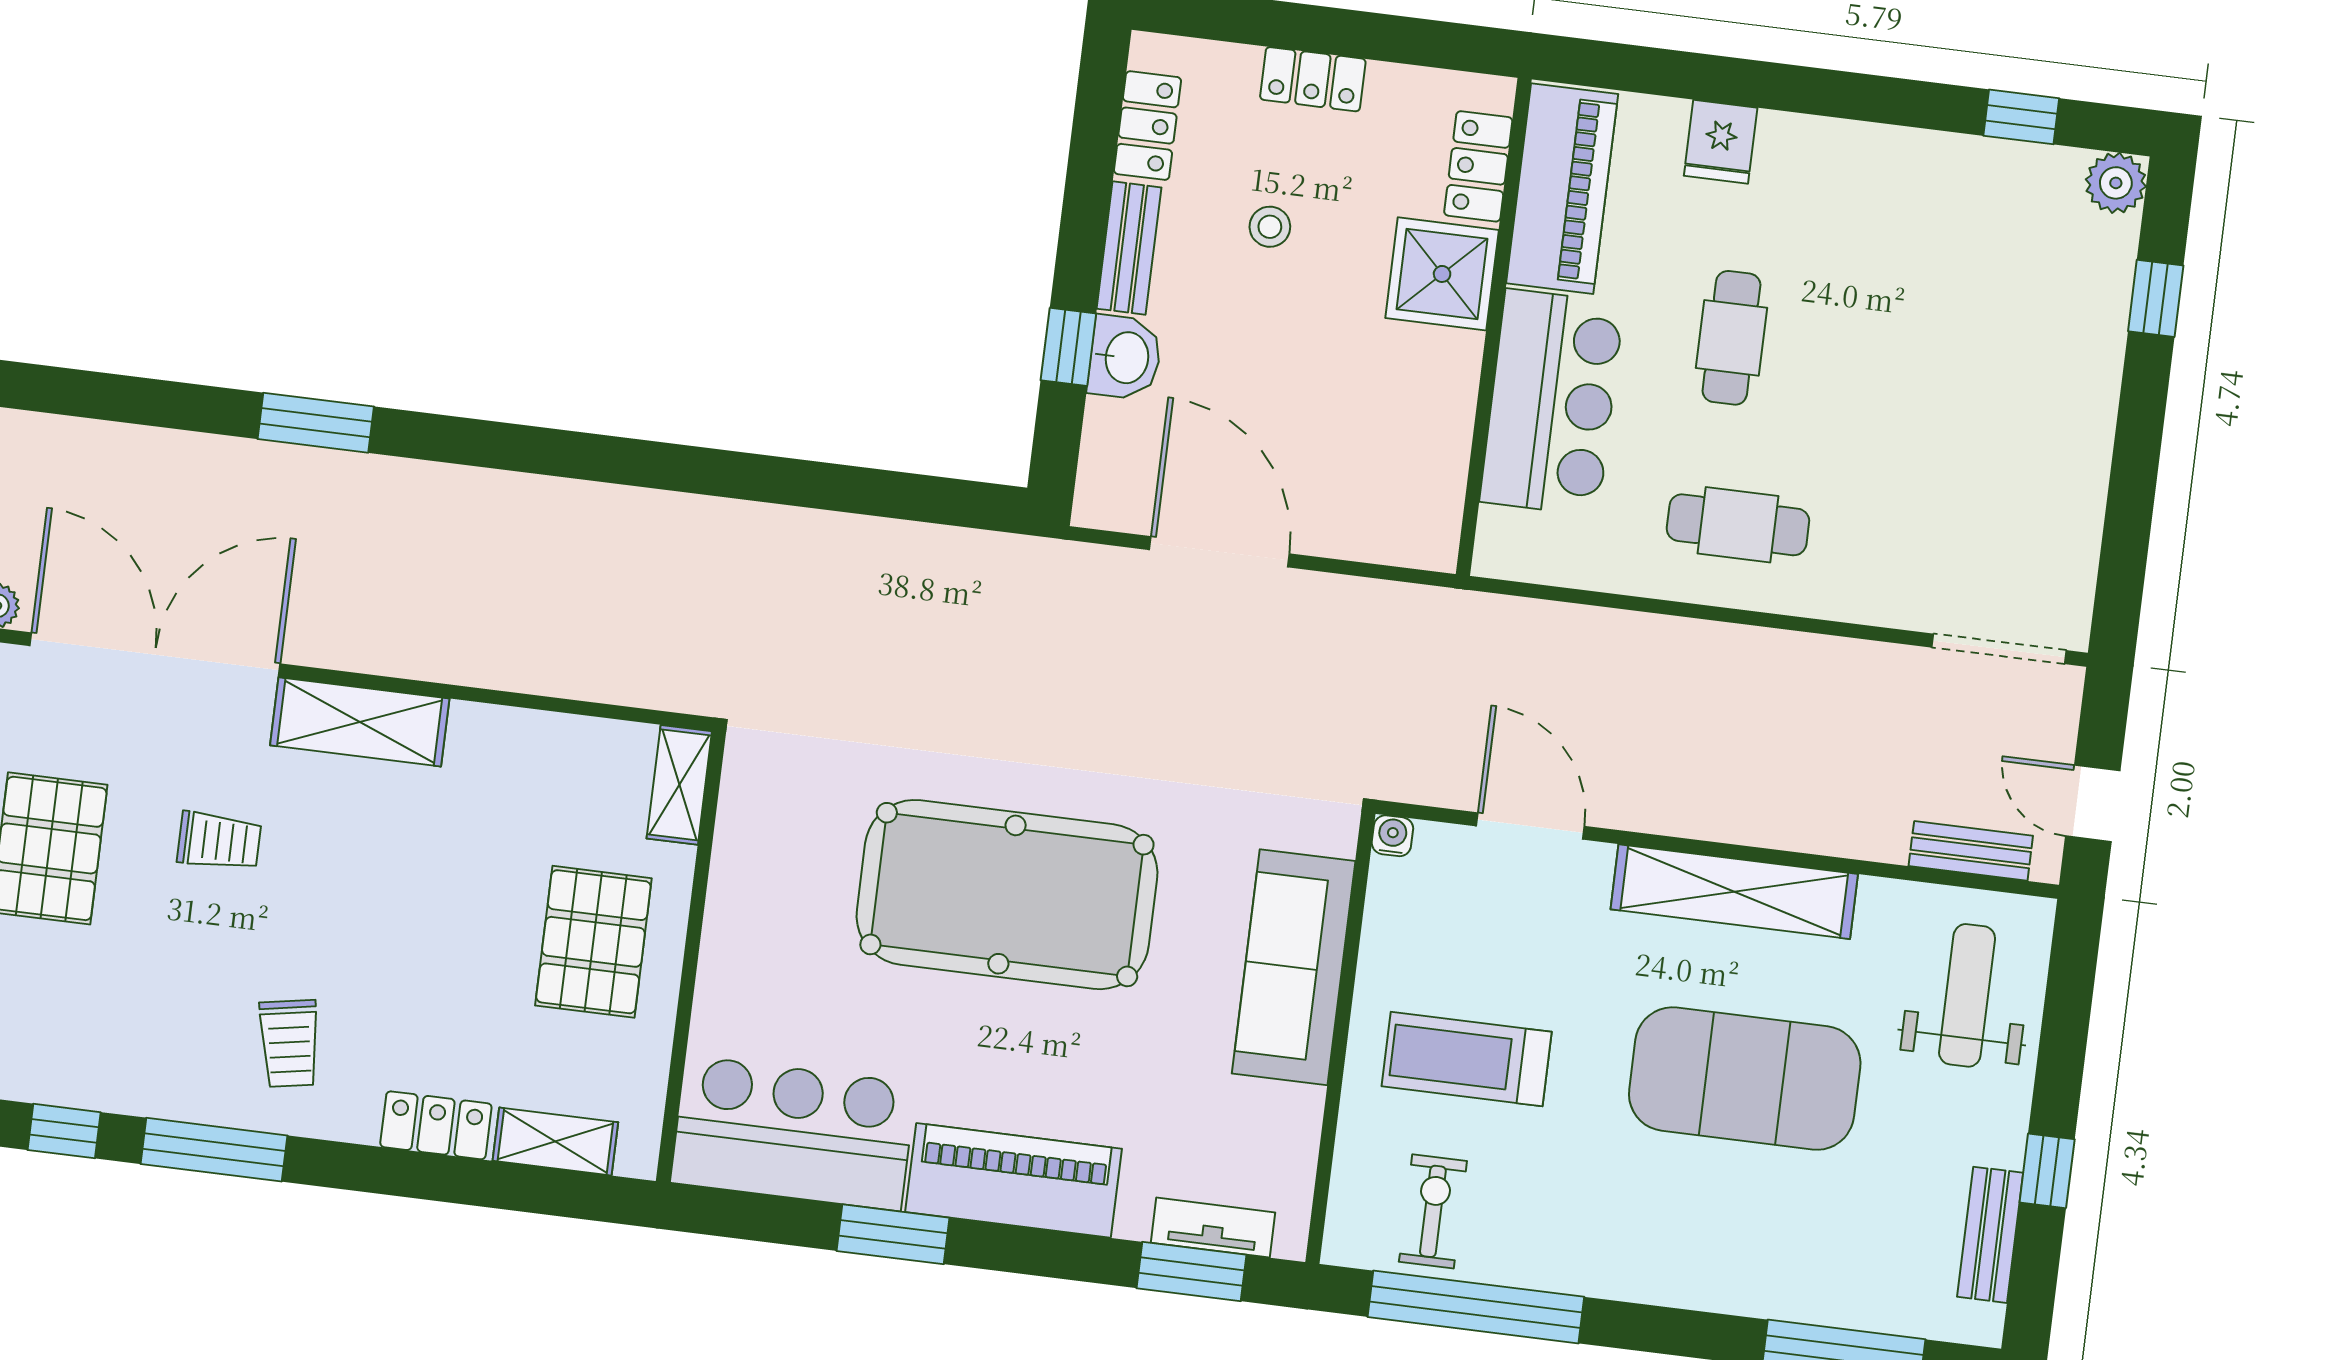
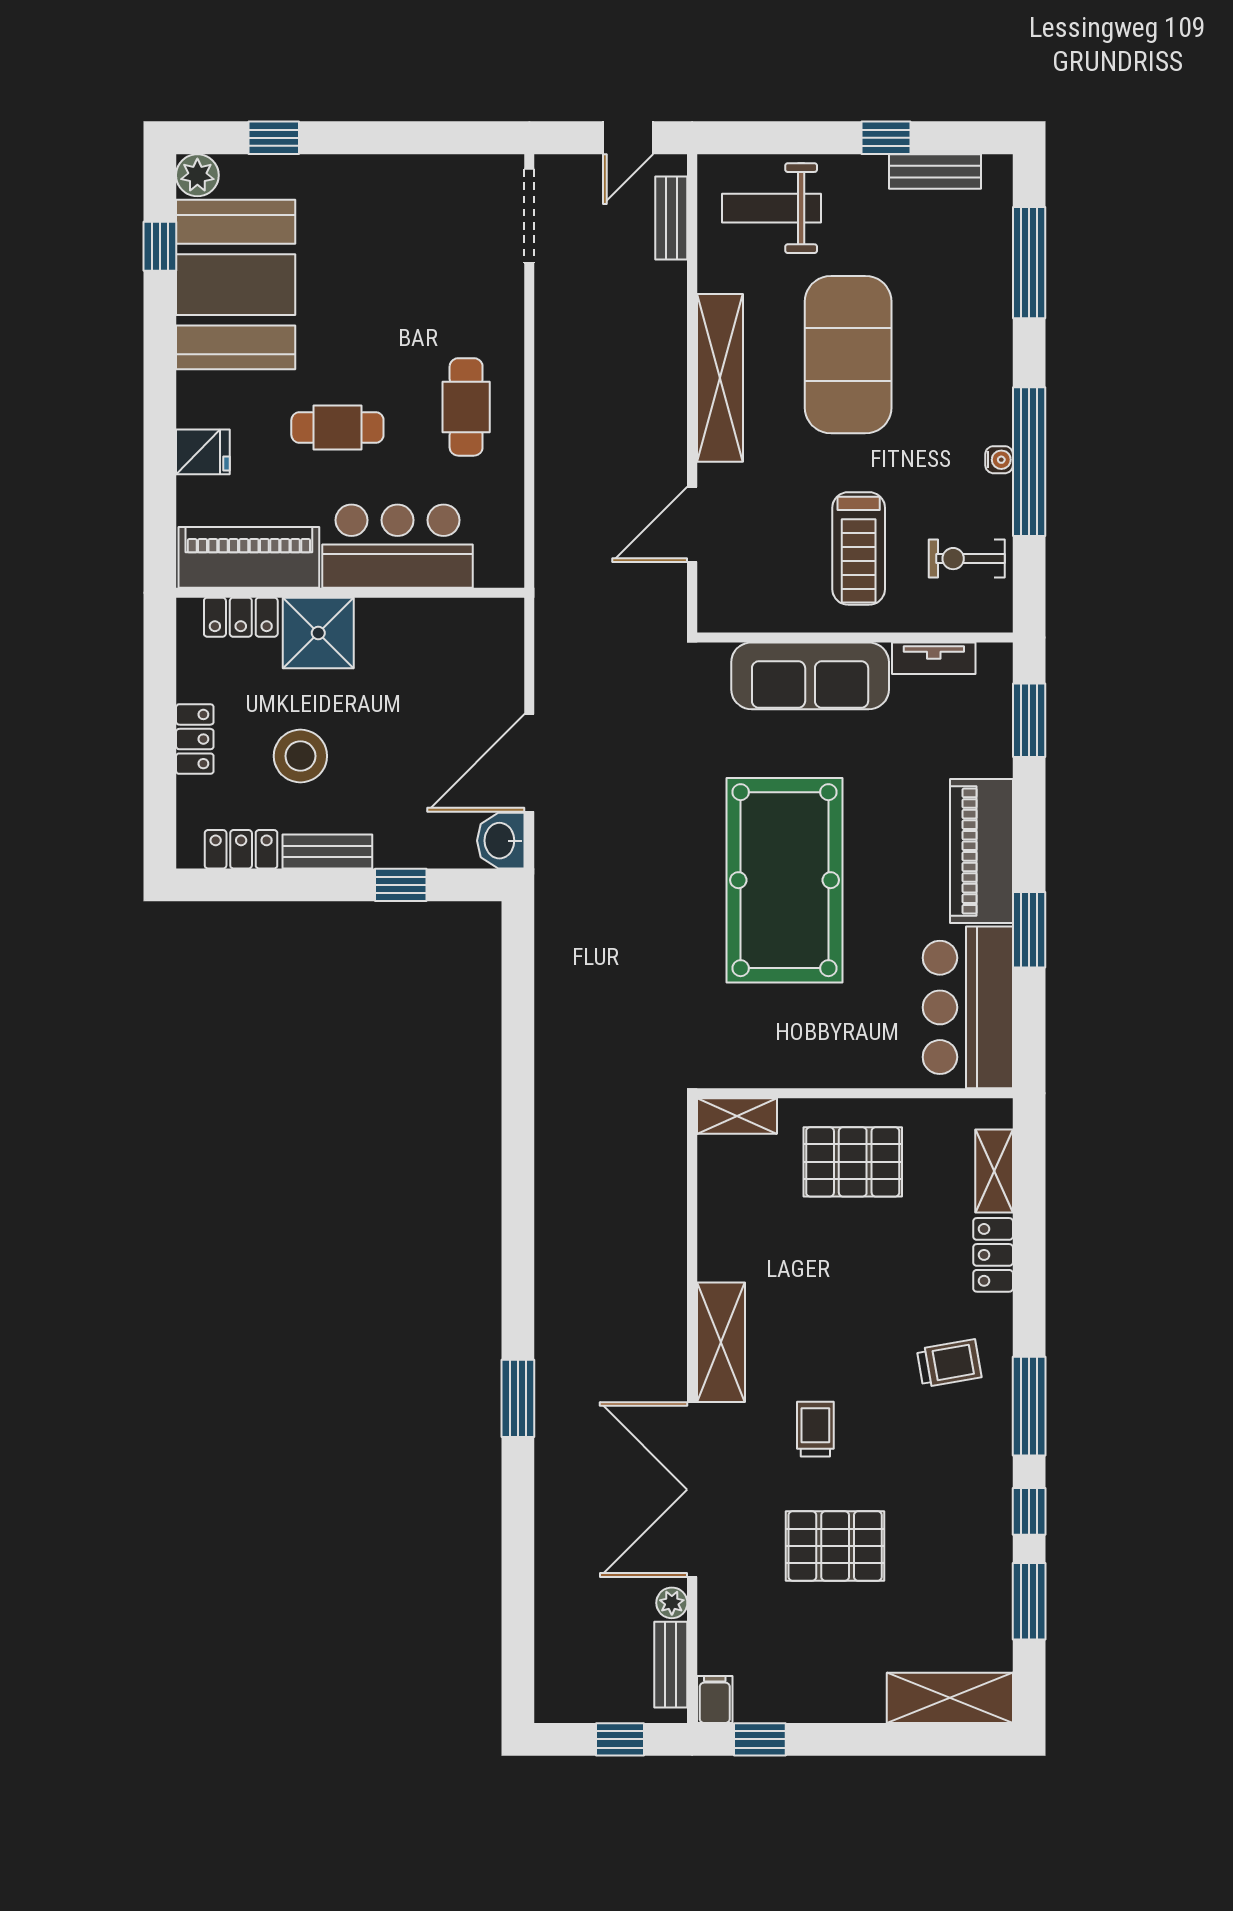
booth: (1953, 218) -> (236, 285), added
stool: (1270, 227) -> (300, 756), width x1.89, depth x1.89
washbasin: (1125, 357) -> (501, 841), moved, turned -90
water cooler: (1392, 836) -> (999, 460), moved, turned 180
tv unit: (1213, 1228) -> (934, 658), moved, turned -90
window: (1476, 1307) -> (1029, 462), moved

